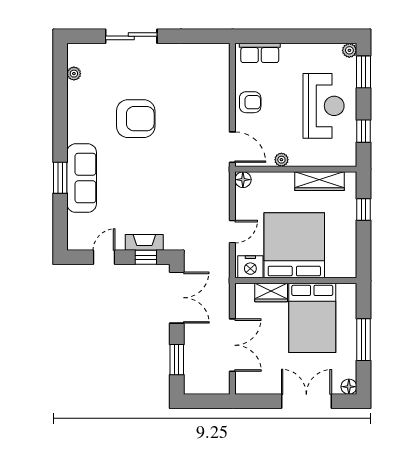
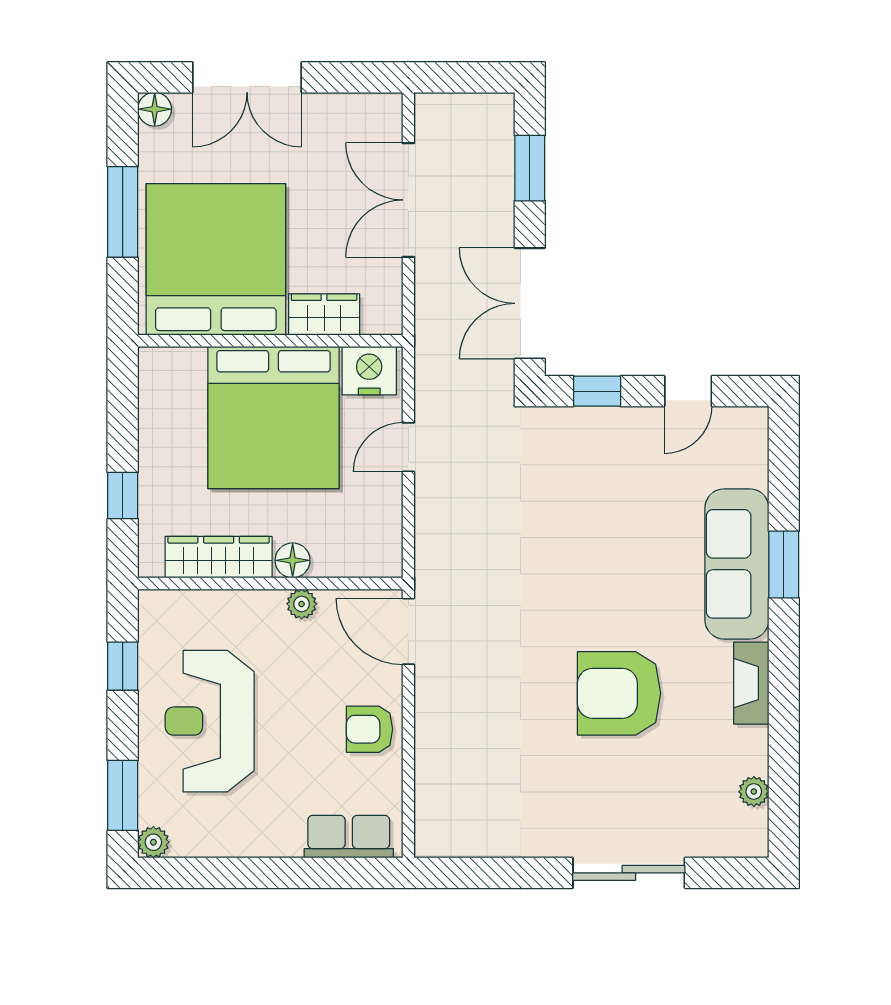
floor lamp: (243, 180) -> (293, 560), moved
fireplace: (144, 242) -> (751, 683), moved, turned 90
bed: (312, 318) -> (216, 259), width x1.36

